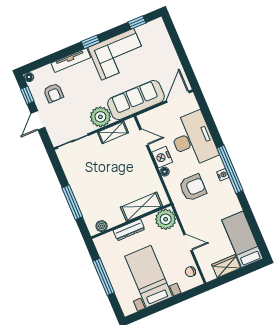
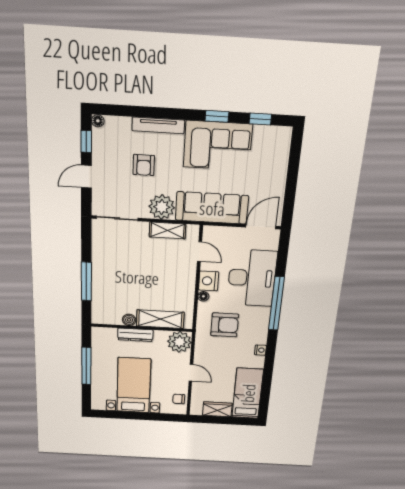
window: (91, 42) -> (217, 116), moved
armchair: (53, 93) -> (144, 165), moved
window: (230, 169) -> (276, 304), moved
nightstand: (223, 175) -> (260, 350), moved
boiler: (102, 226) -> (129, 320), moved

